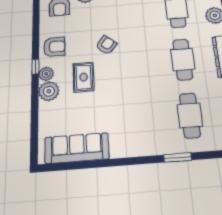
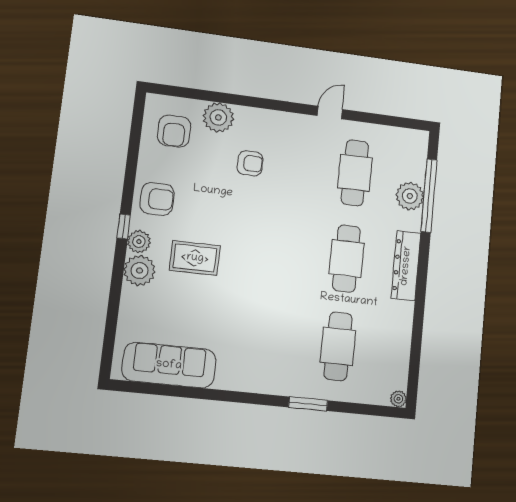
armchair: (106, 45) -> (250, 163), moved, turned 51
rug: (84, 77) -> (195, 258), turned 90

